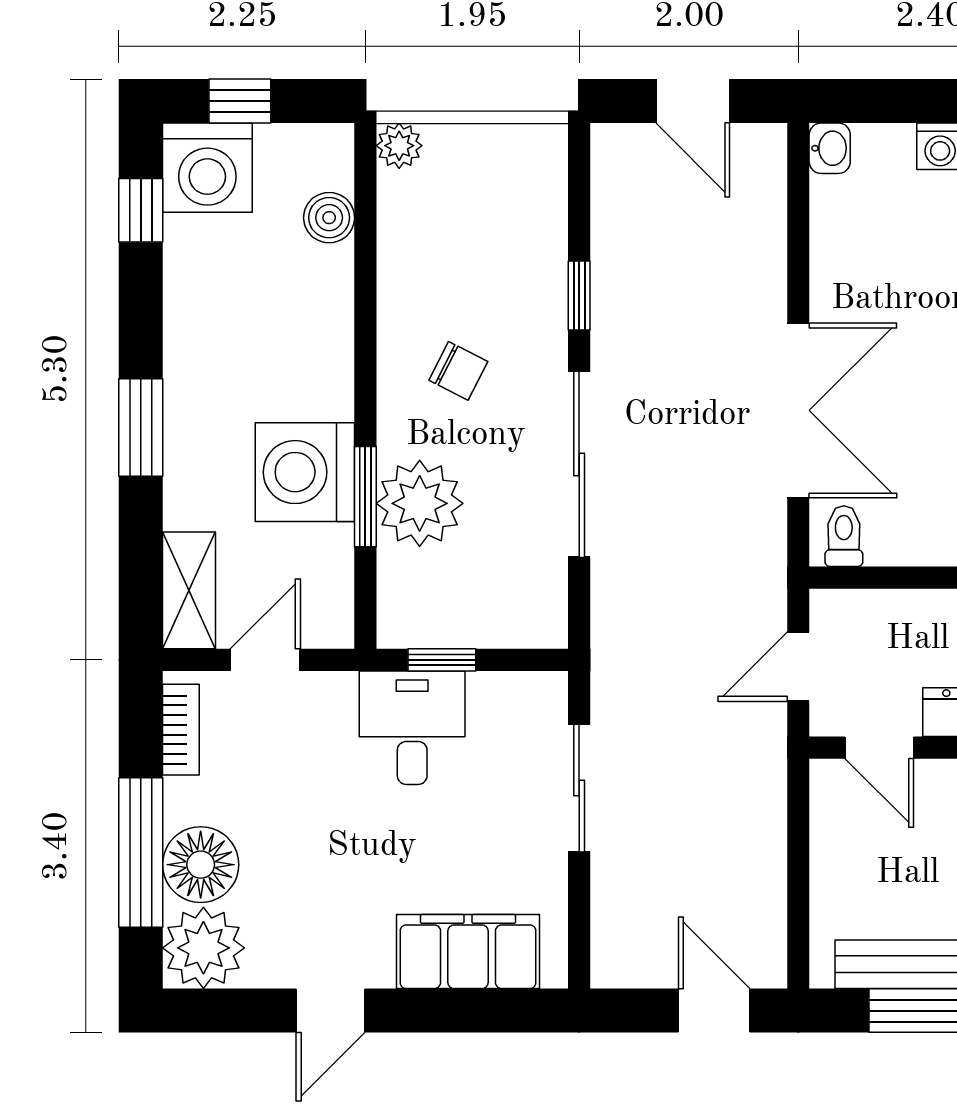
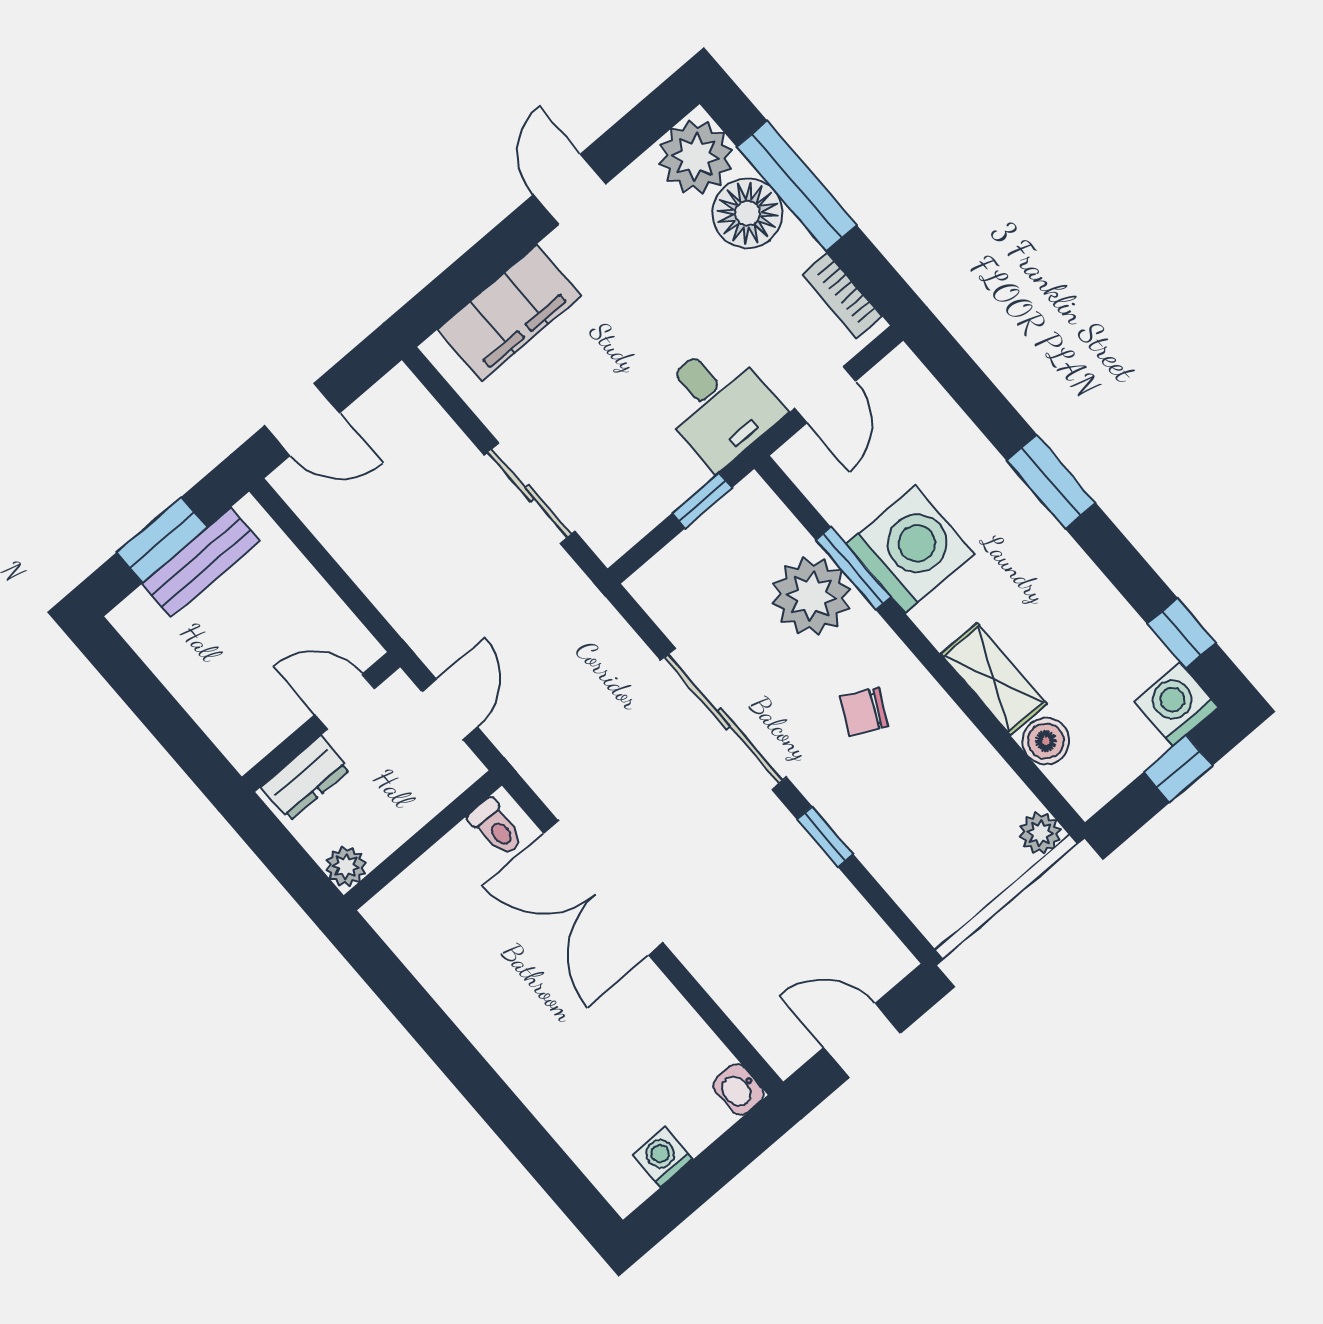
washing machine: (207, 168) -> (1176, 704), width x0.73, depth x0.73
shelving: (189, 590) -> (994, 679), moved
desk: (412, 728) -> (718, 404), moved

